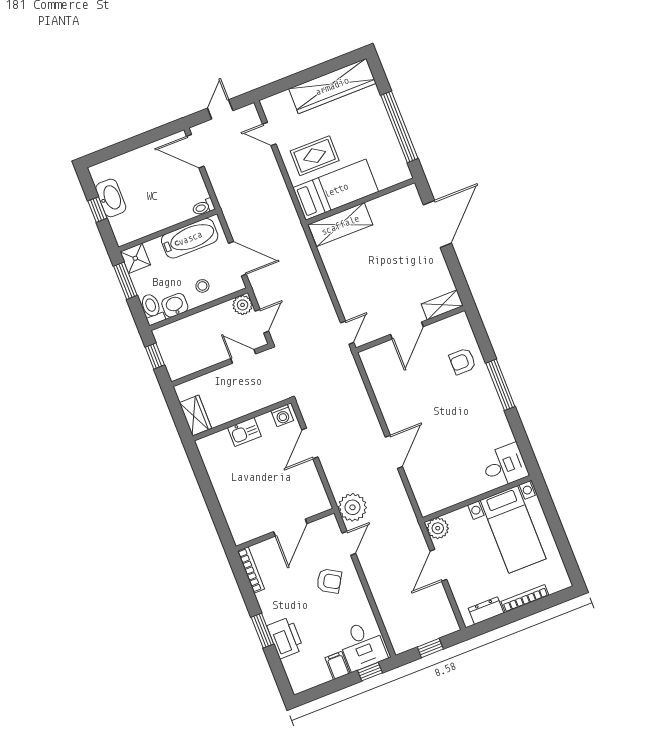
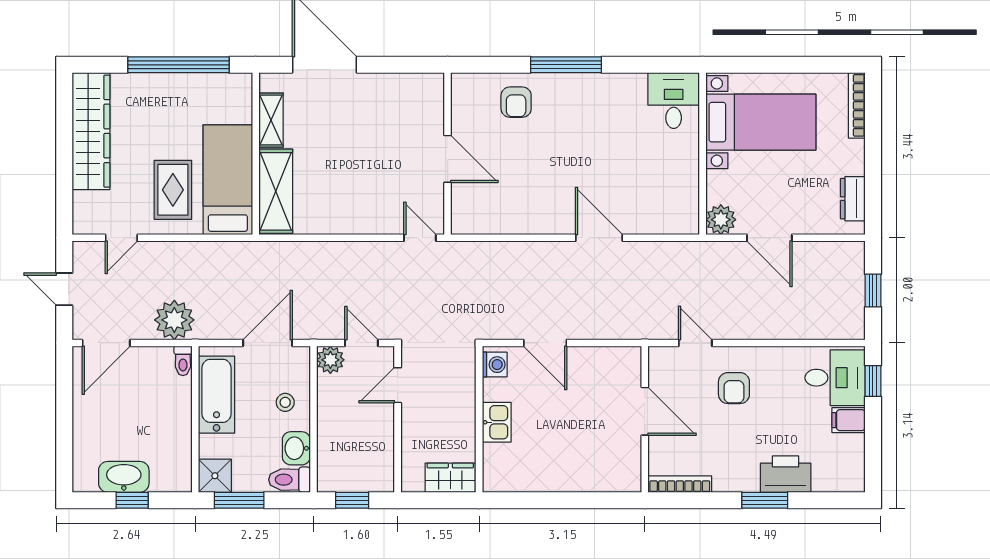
shelving: (442, 305) -> (271, 120), moved
plant: (352, 507) -> (174, 320), moved
armchair: (329, 581) -> (734, 388), turned 149
bookcase: (525, 598) -> (857, 105), moved

